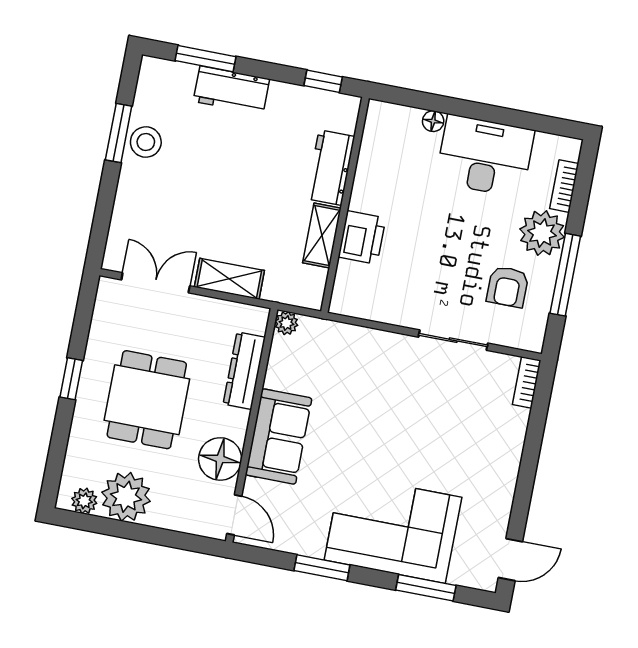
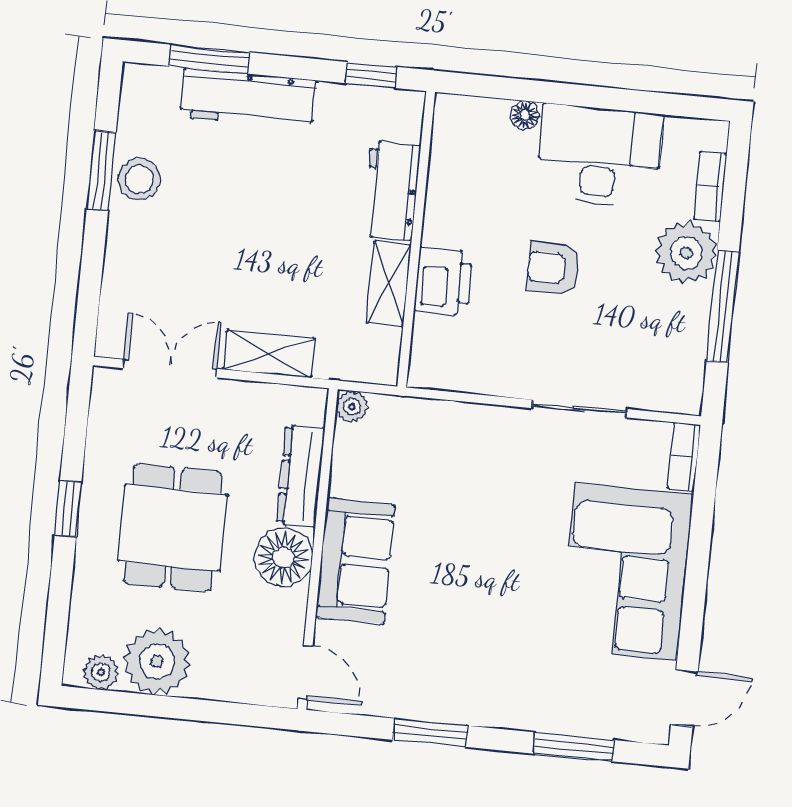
workbench: (231, 90) -> (248, 99), width x1.38
armchair: (508, 287) -> (553, 268), moved, turned 90
floor lamp: (220, 459) -> (283, 557), moved
corner sofa: (393, 529) -> (626, 572), moved, turned -90

